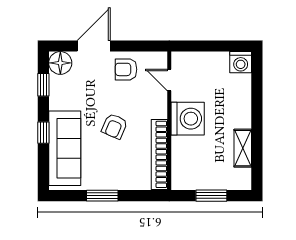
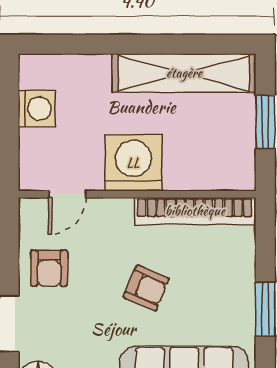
washing machine: (241, 62) -> (37, 108), moved
shelving: (243, 148) -> (184, 73), width x2.20, depth x1.33

